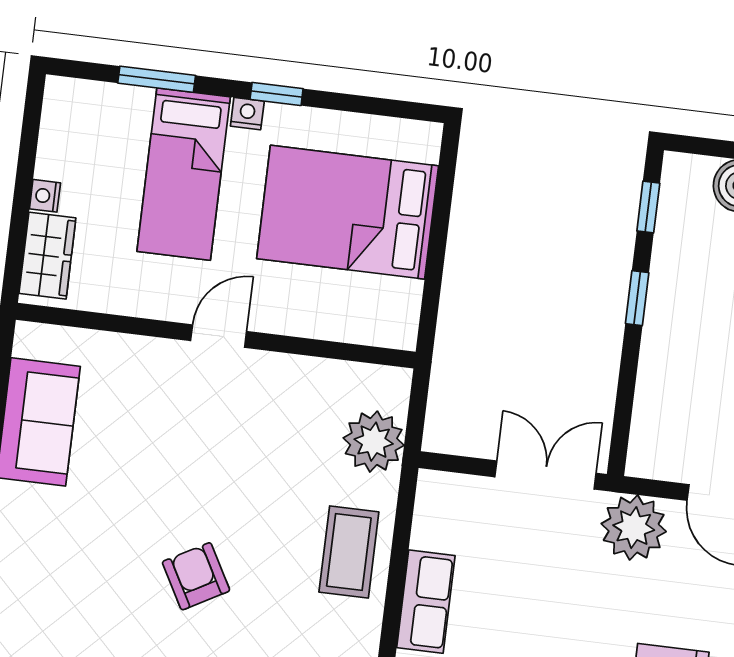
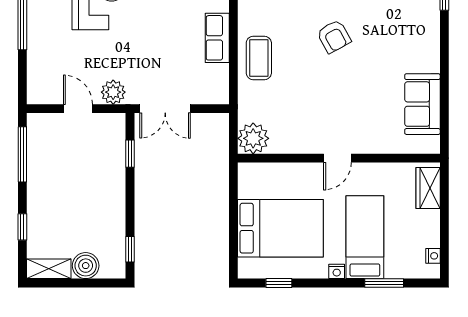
window: (277, 94) -> (279, 283), moved
nightstand: (45, 196) -> (433, 256), moved
window: (637, 298) -> (130, 154), moved
plant: (374, 442) -> (253, 138), moved
plant: (634, 528) -> (113, 92), width x0.73, depth x0.73

